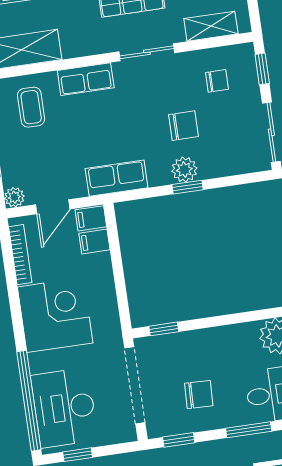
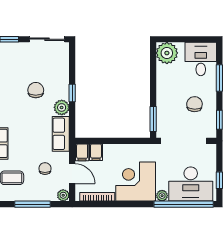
chair: (217, 81) -> (45, 169), moved
plant: (184, 170) -> (62, 107), moved
window: (164, 329) -> (153, 119), width x1.50
plant: (38, 363) -> (162, 196), added

